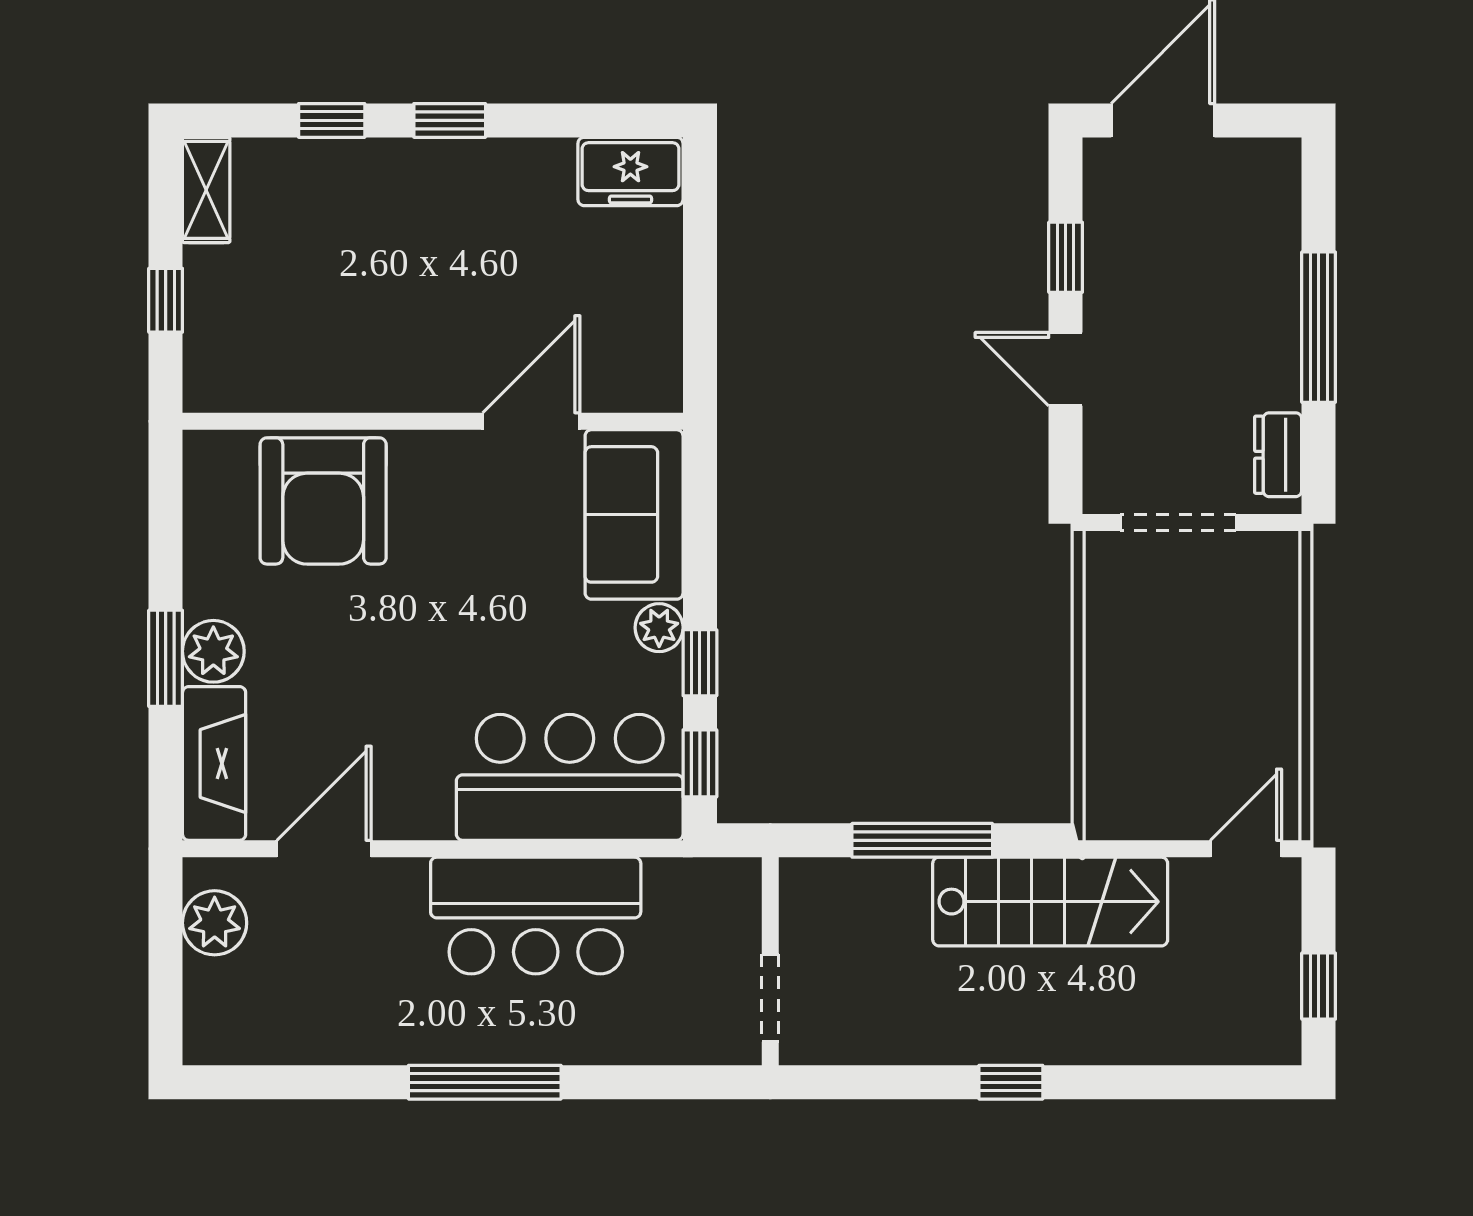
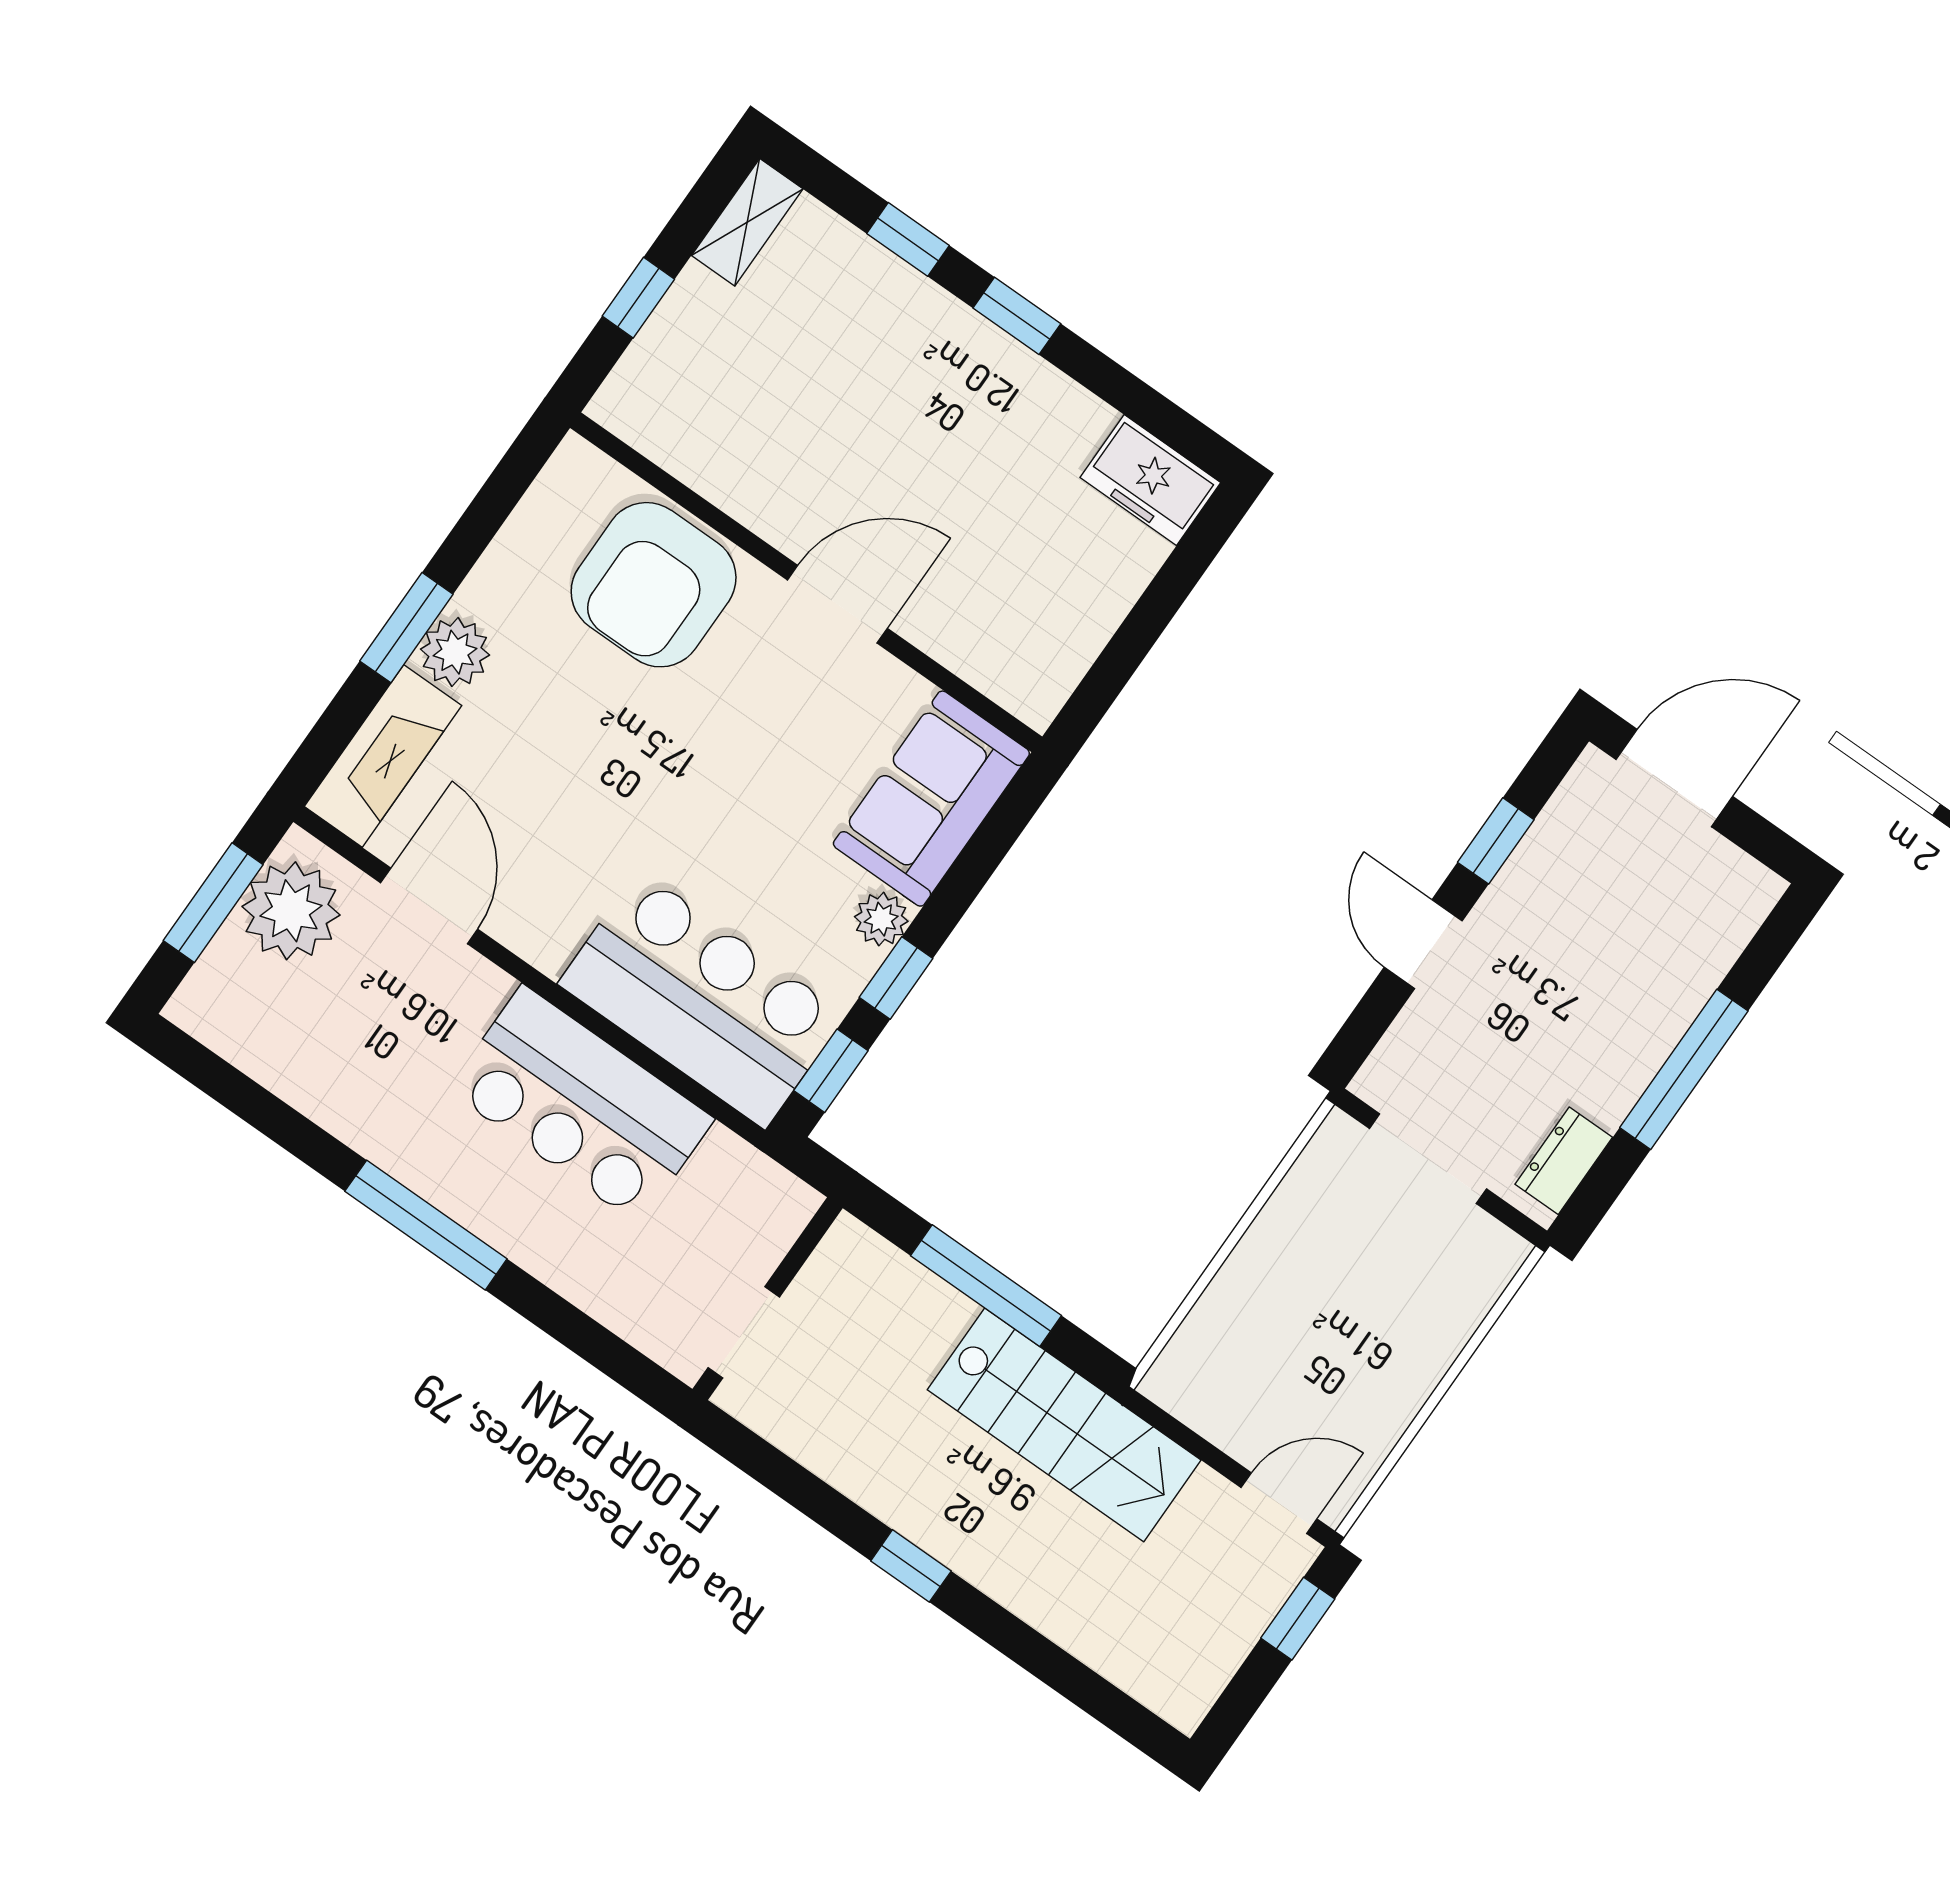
door: (531, 421) -> (837, 604), moved
door: (324, 849) -> (429, 906), hinge flipped
plant: (215, 923) -> (291, 911), width x1.36, depth x1.36
window: (166, 957) -> (213, 903), added
window: (1319, 986) -> (1298, 1619), moved

